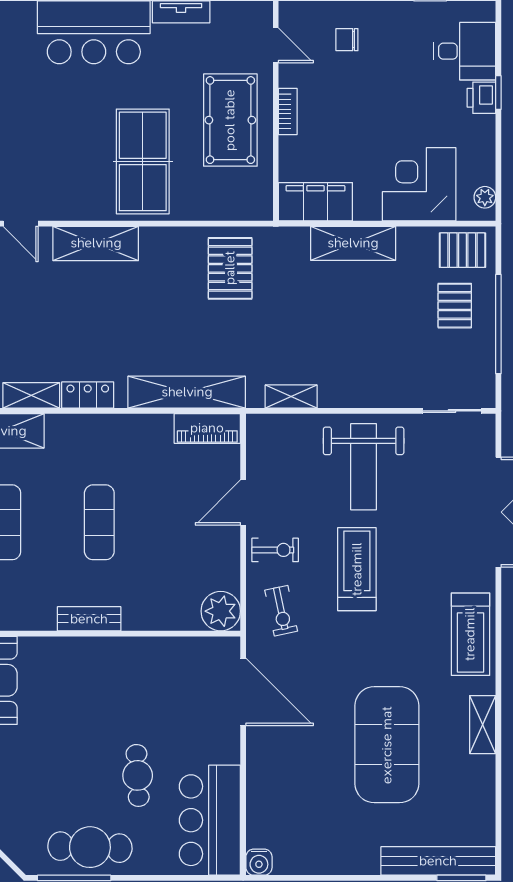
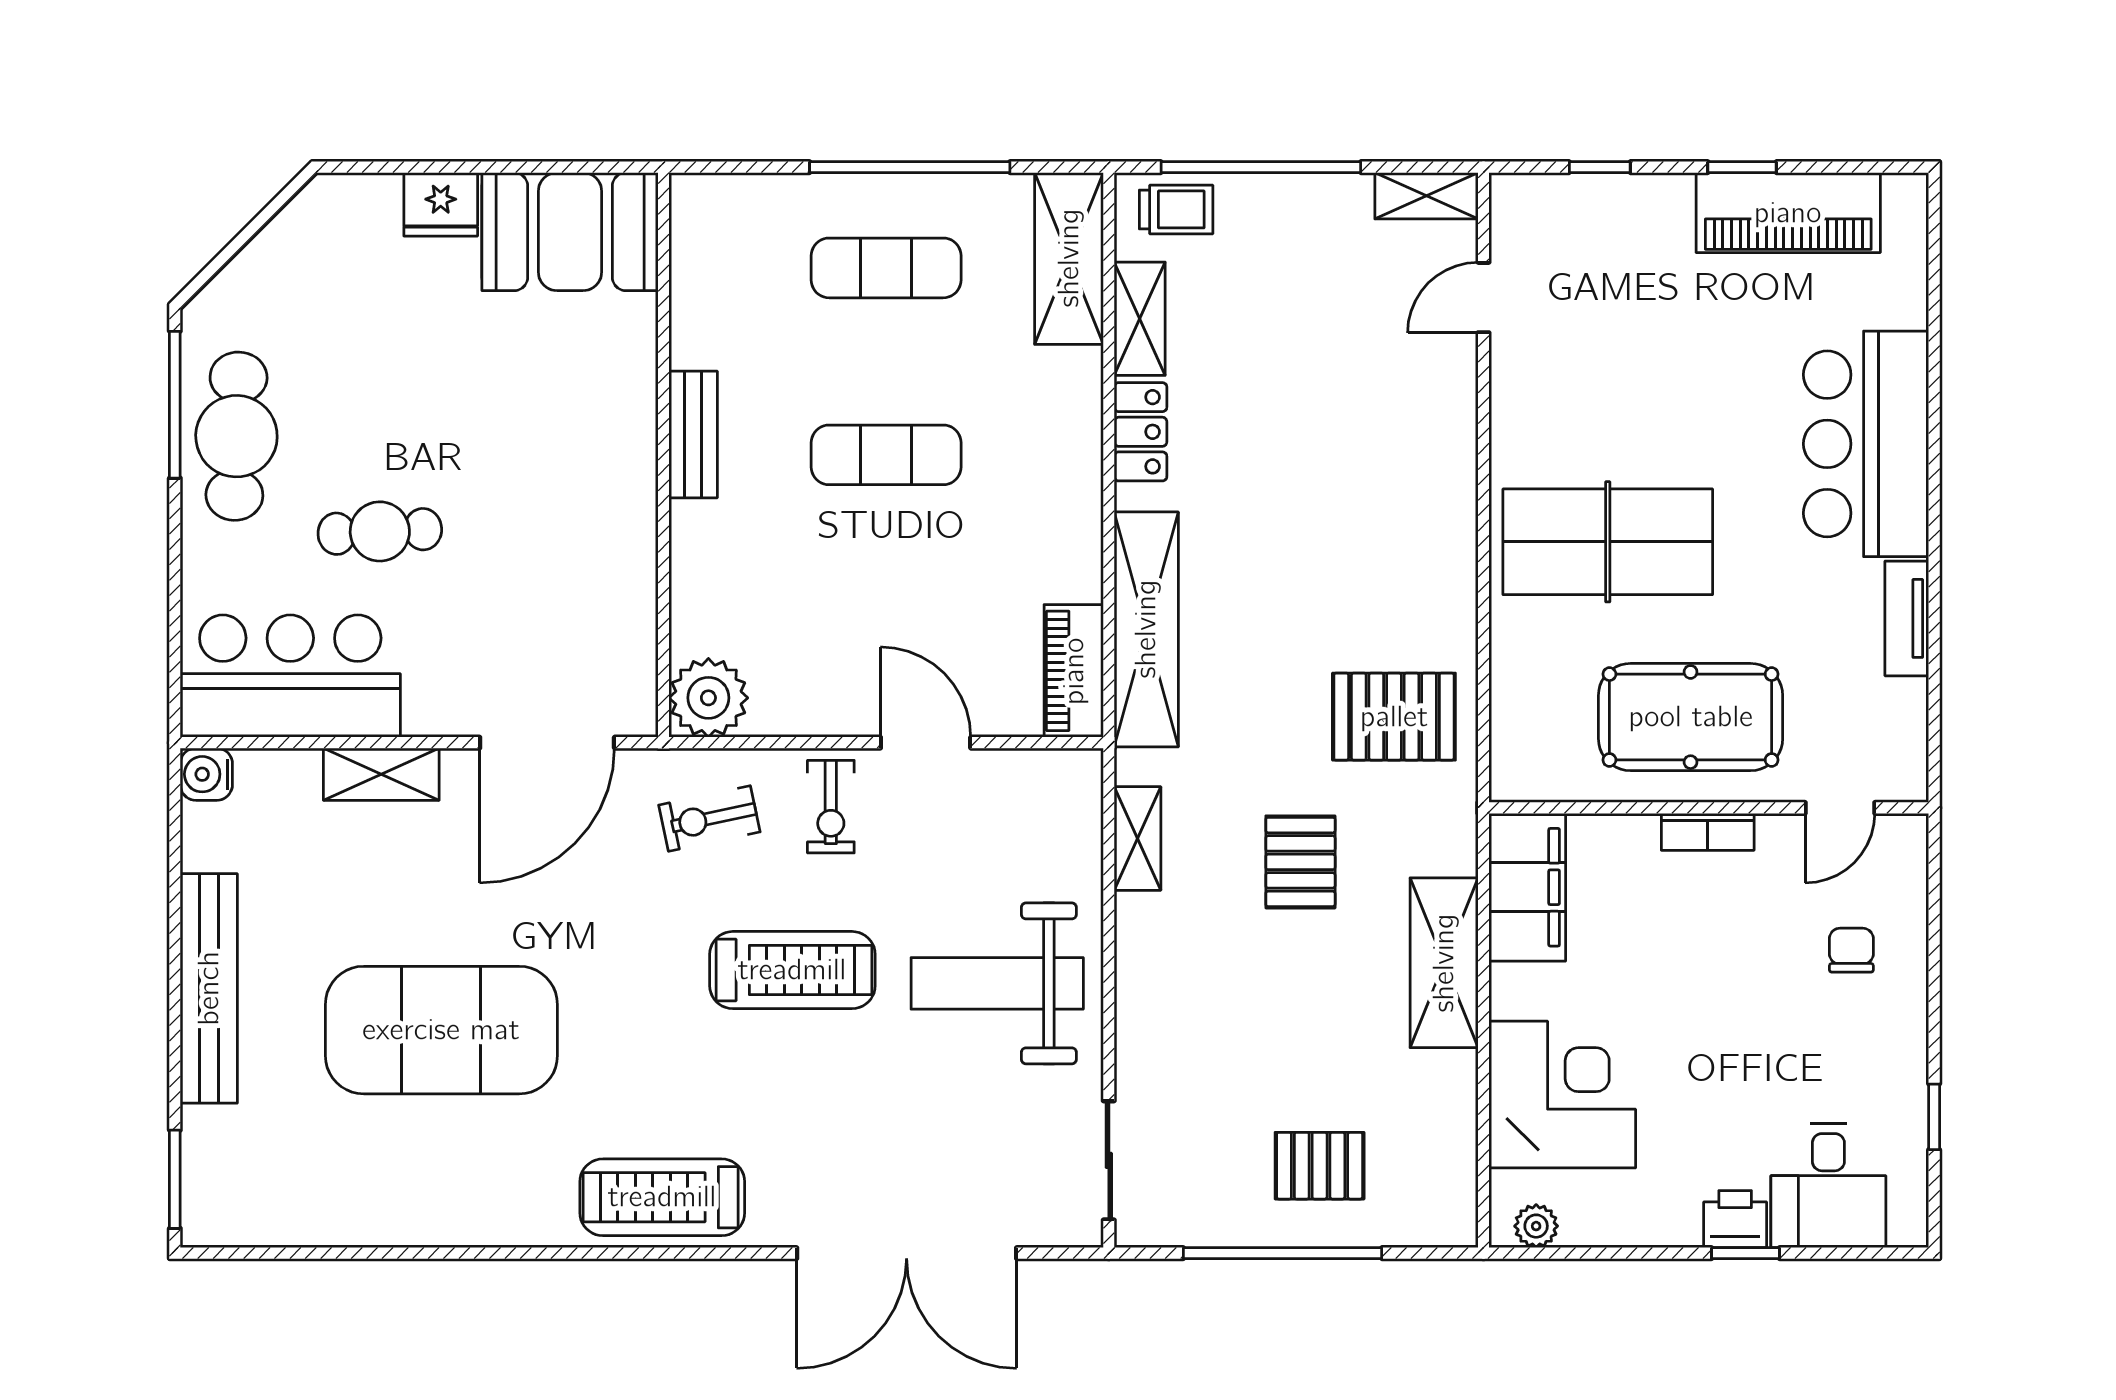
shelving: (96, 243) -> (1444, 447), removed
pallet: (462, 250) -> (1300, 862), moved
shelving: (483, 725) -> (381, 774), moved
bench: (438, 861) -> (209, 988), moved

